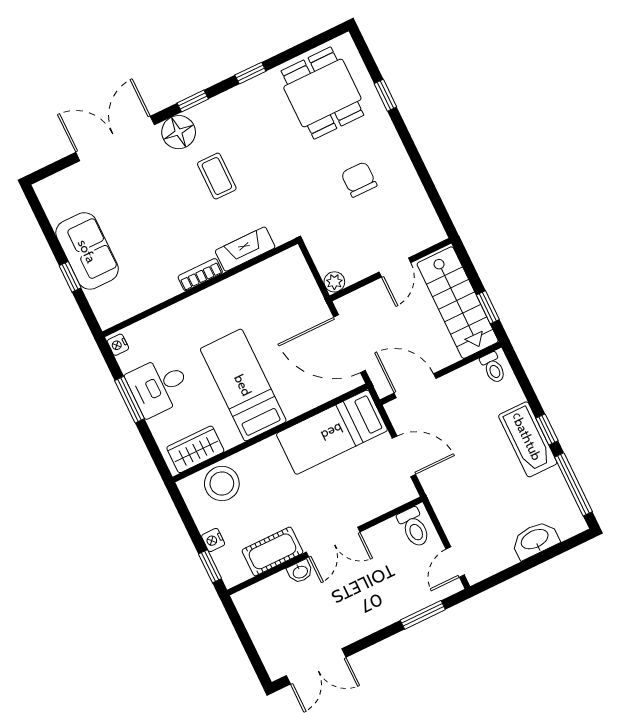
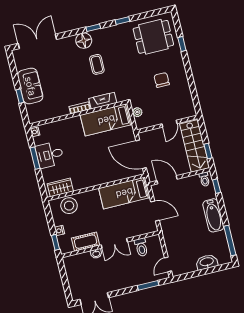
dining table: (322, 93) -> (153, 37), turned 90
double door: (115, 139) -> (37, 41), moved
plant: (334, 282) -> (137, 112), moved
bed: (243, 385) -> (106, 120), moved, turned -90
window: (547, 429) -> (217, 186), moved
toilet: (414, 527) -> (141, 247), moved

